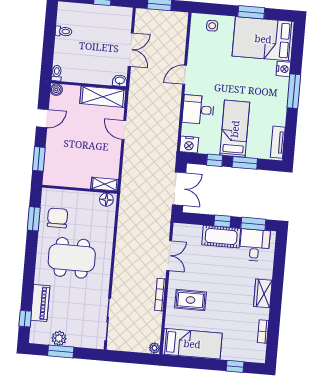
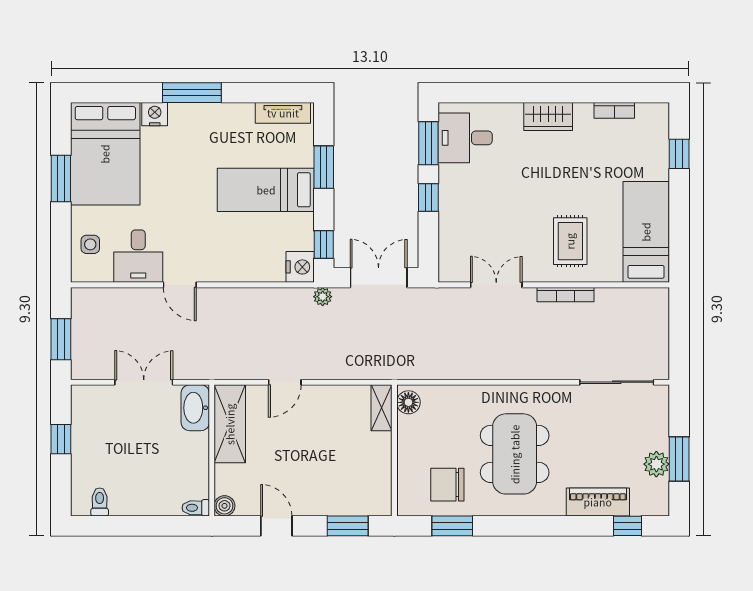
toilet: (64, 31) -> (100, 502), moved
washbasin: (120, 81) -> (195, 408), width x1.91, depth x1.45
desk: (198, 110) -> (138, 256), moved
window: (215, 160) -> (324, 244), moved
cot: (221, 237) -> (455, 197), removed
plant: (154, 348) -> (323, 297), moved

